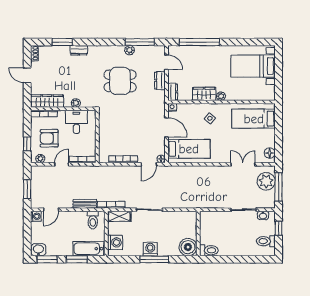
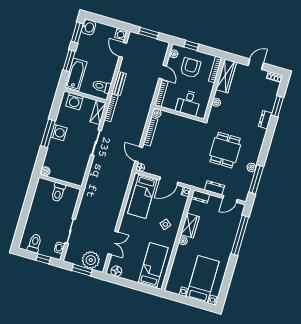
desk: (76, 122) -> (188, 103), moved, turned 90
plant: (103, 158) -> (157, 113), added
window: (278, 187) -> (82, 270), width x0.69
boiler: (188, 247) -> (45, 171), width x0.54, depth x0.54
toilet: (209, 250) -> (58, 192), moved

